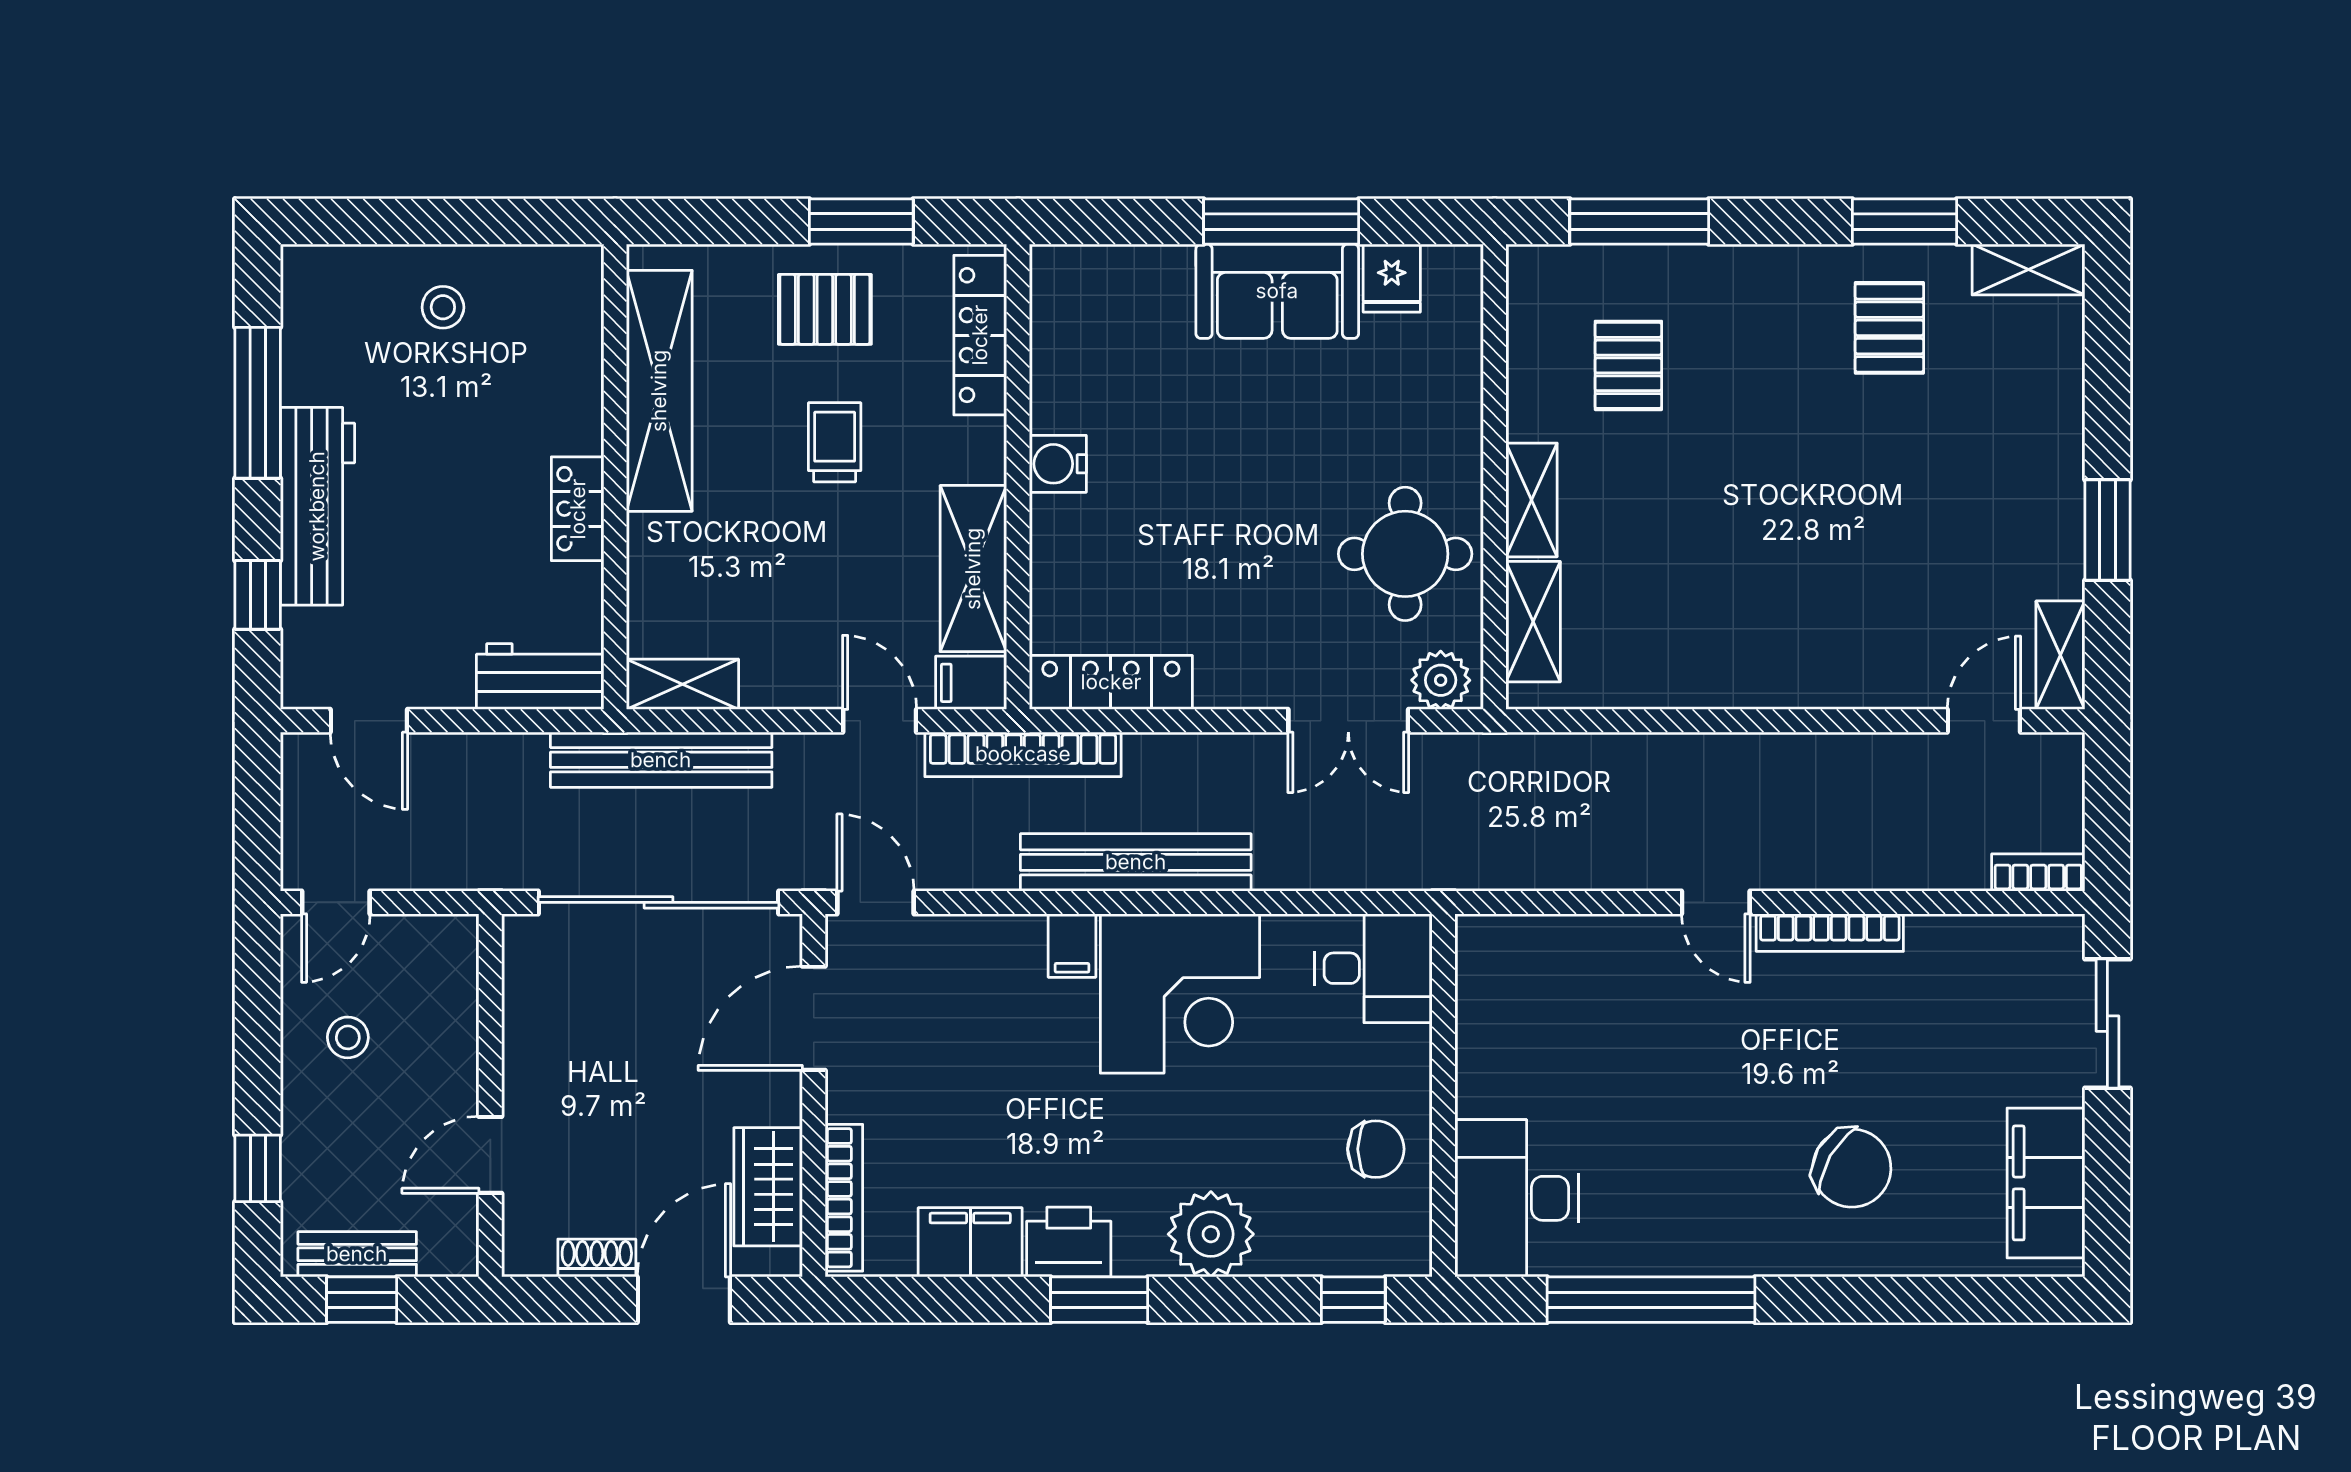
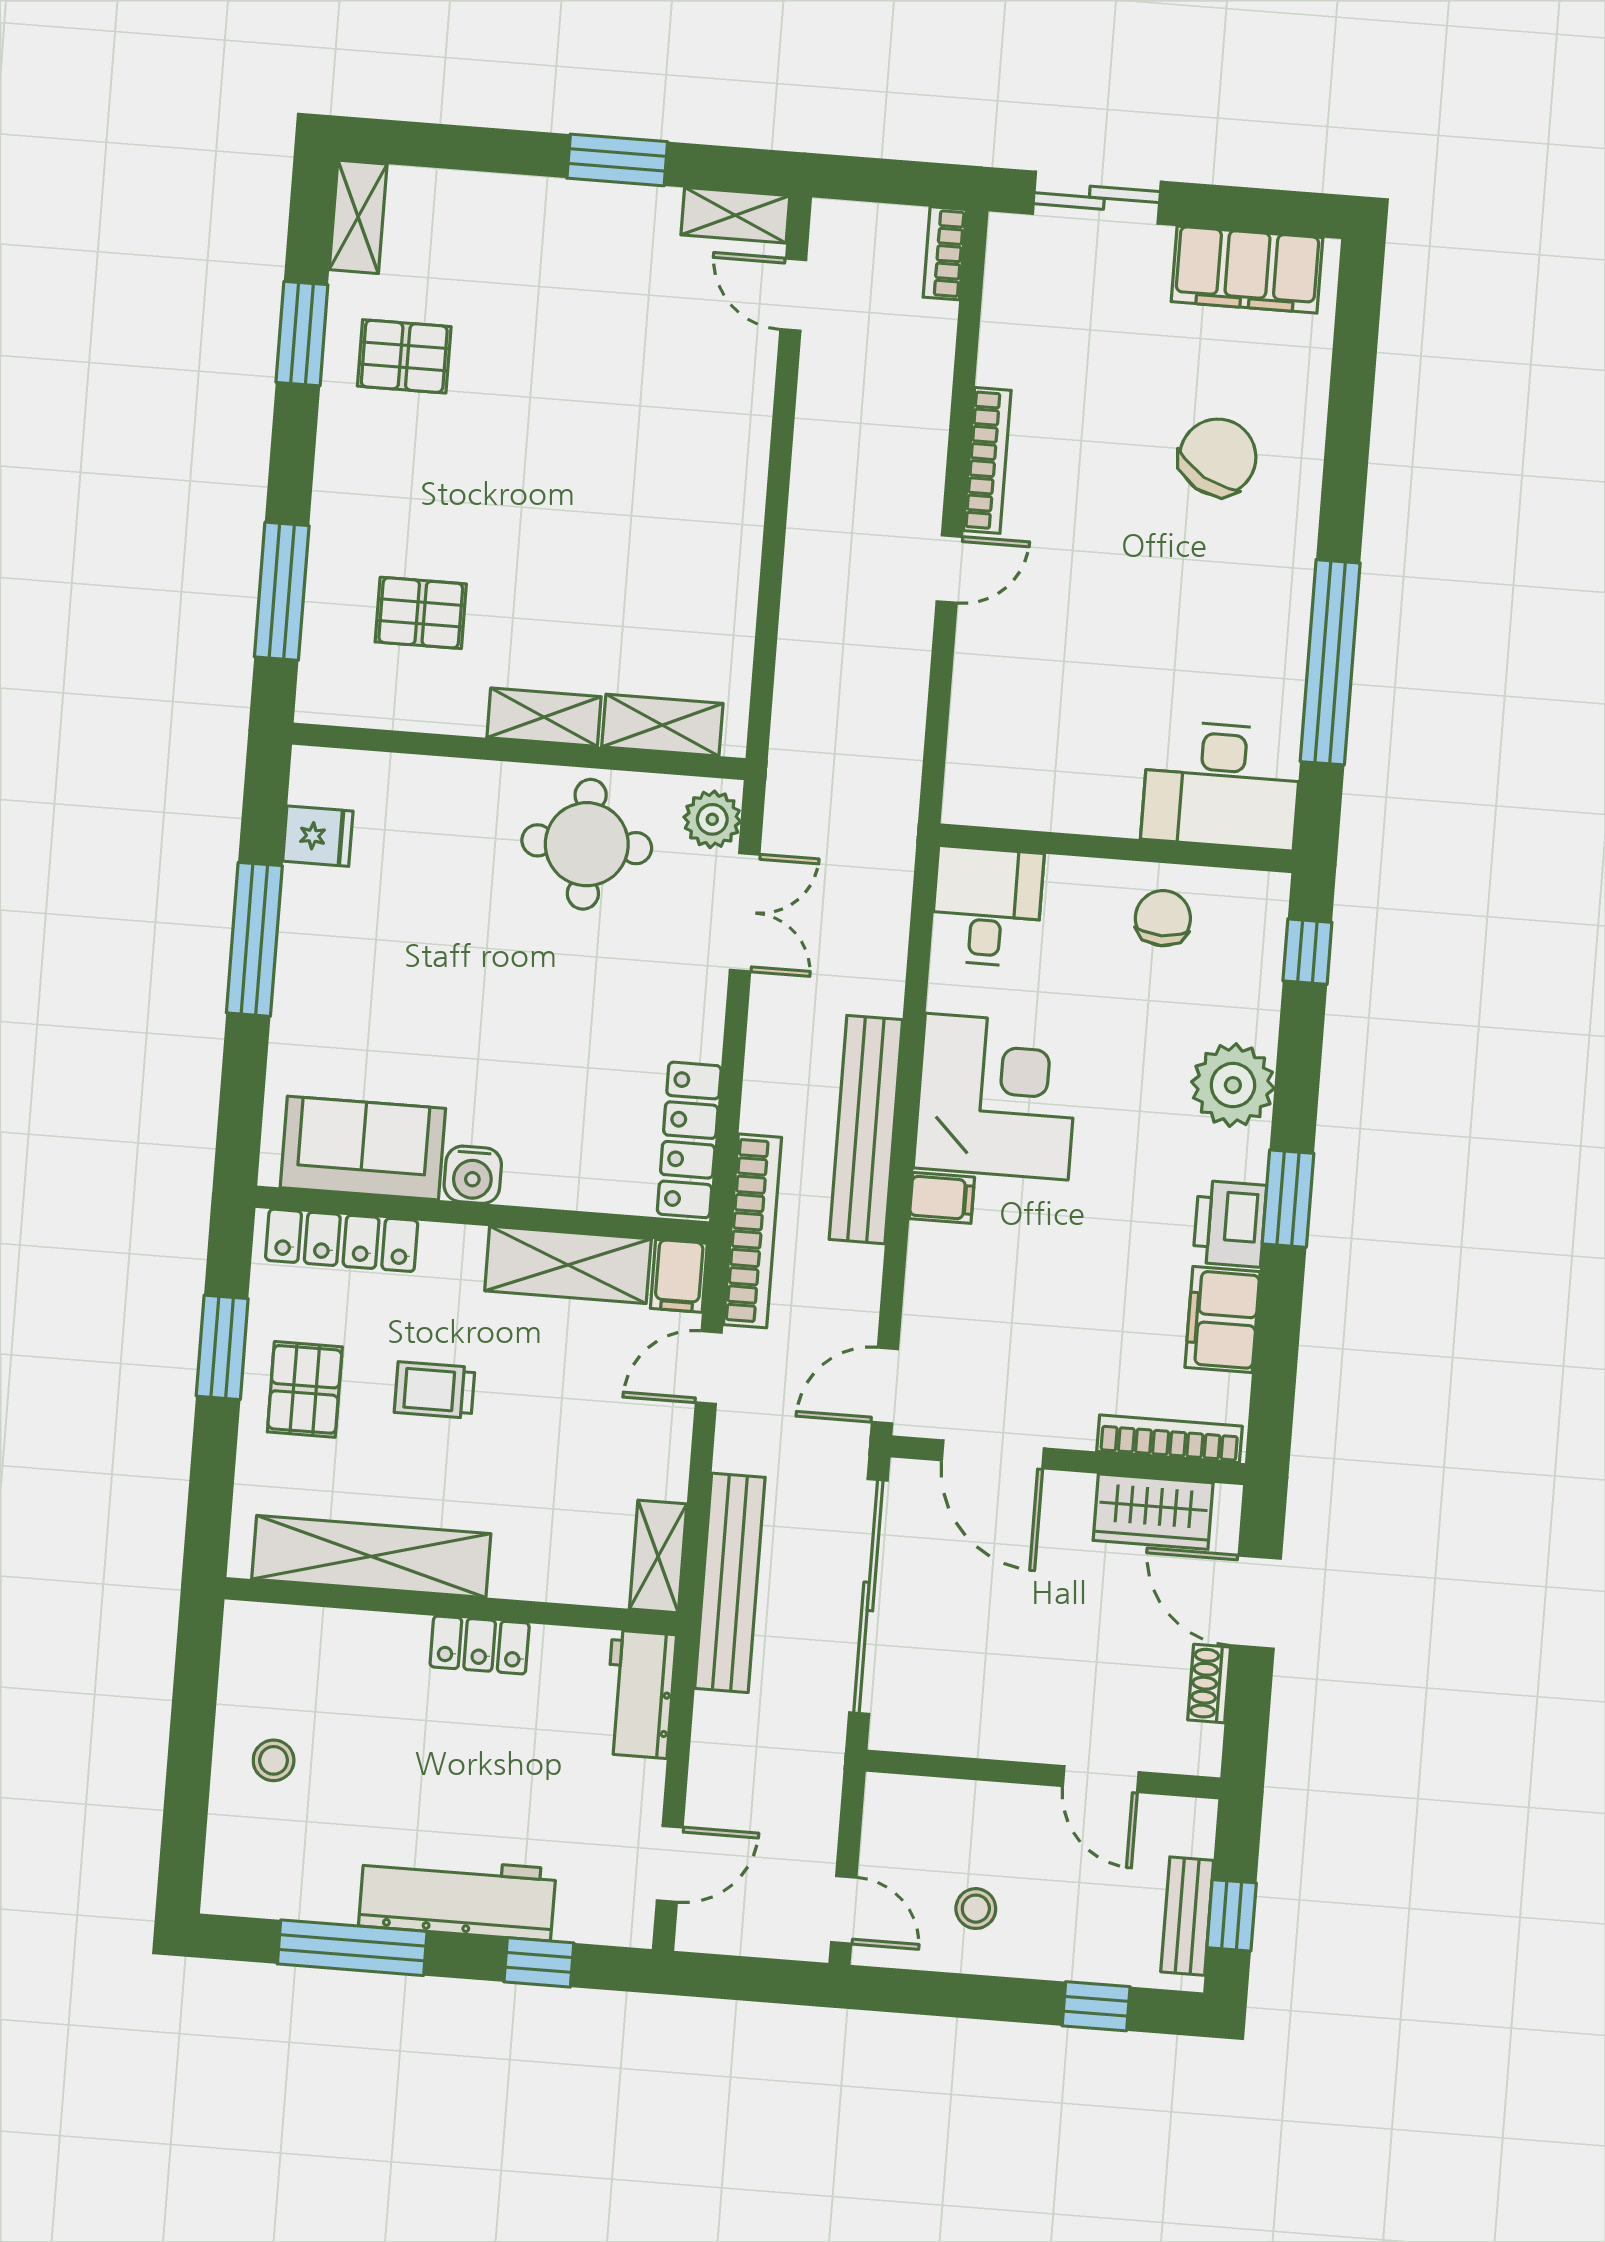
sofa: (1277, 291) -> (363, 1148), moved, turned -90

